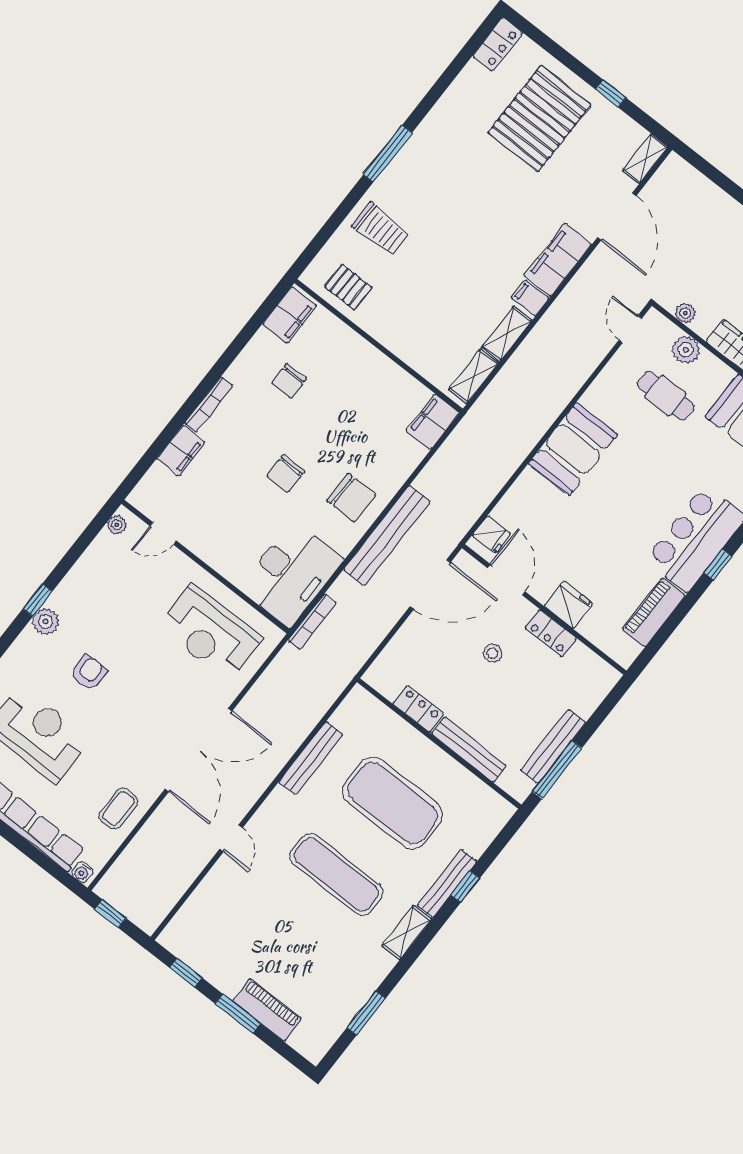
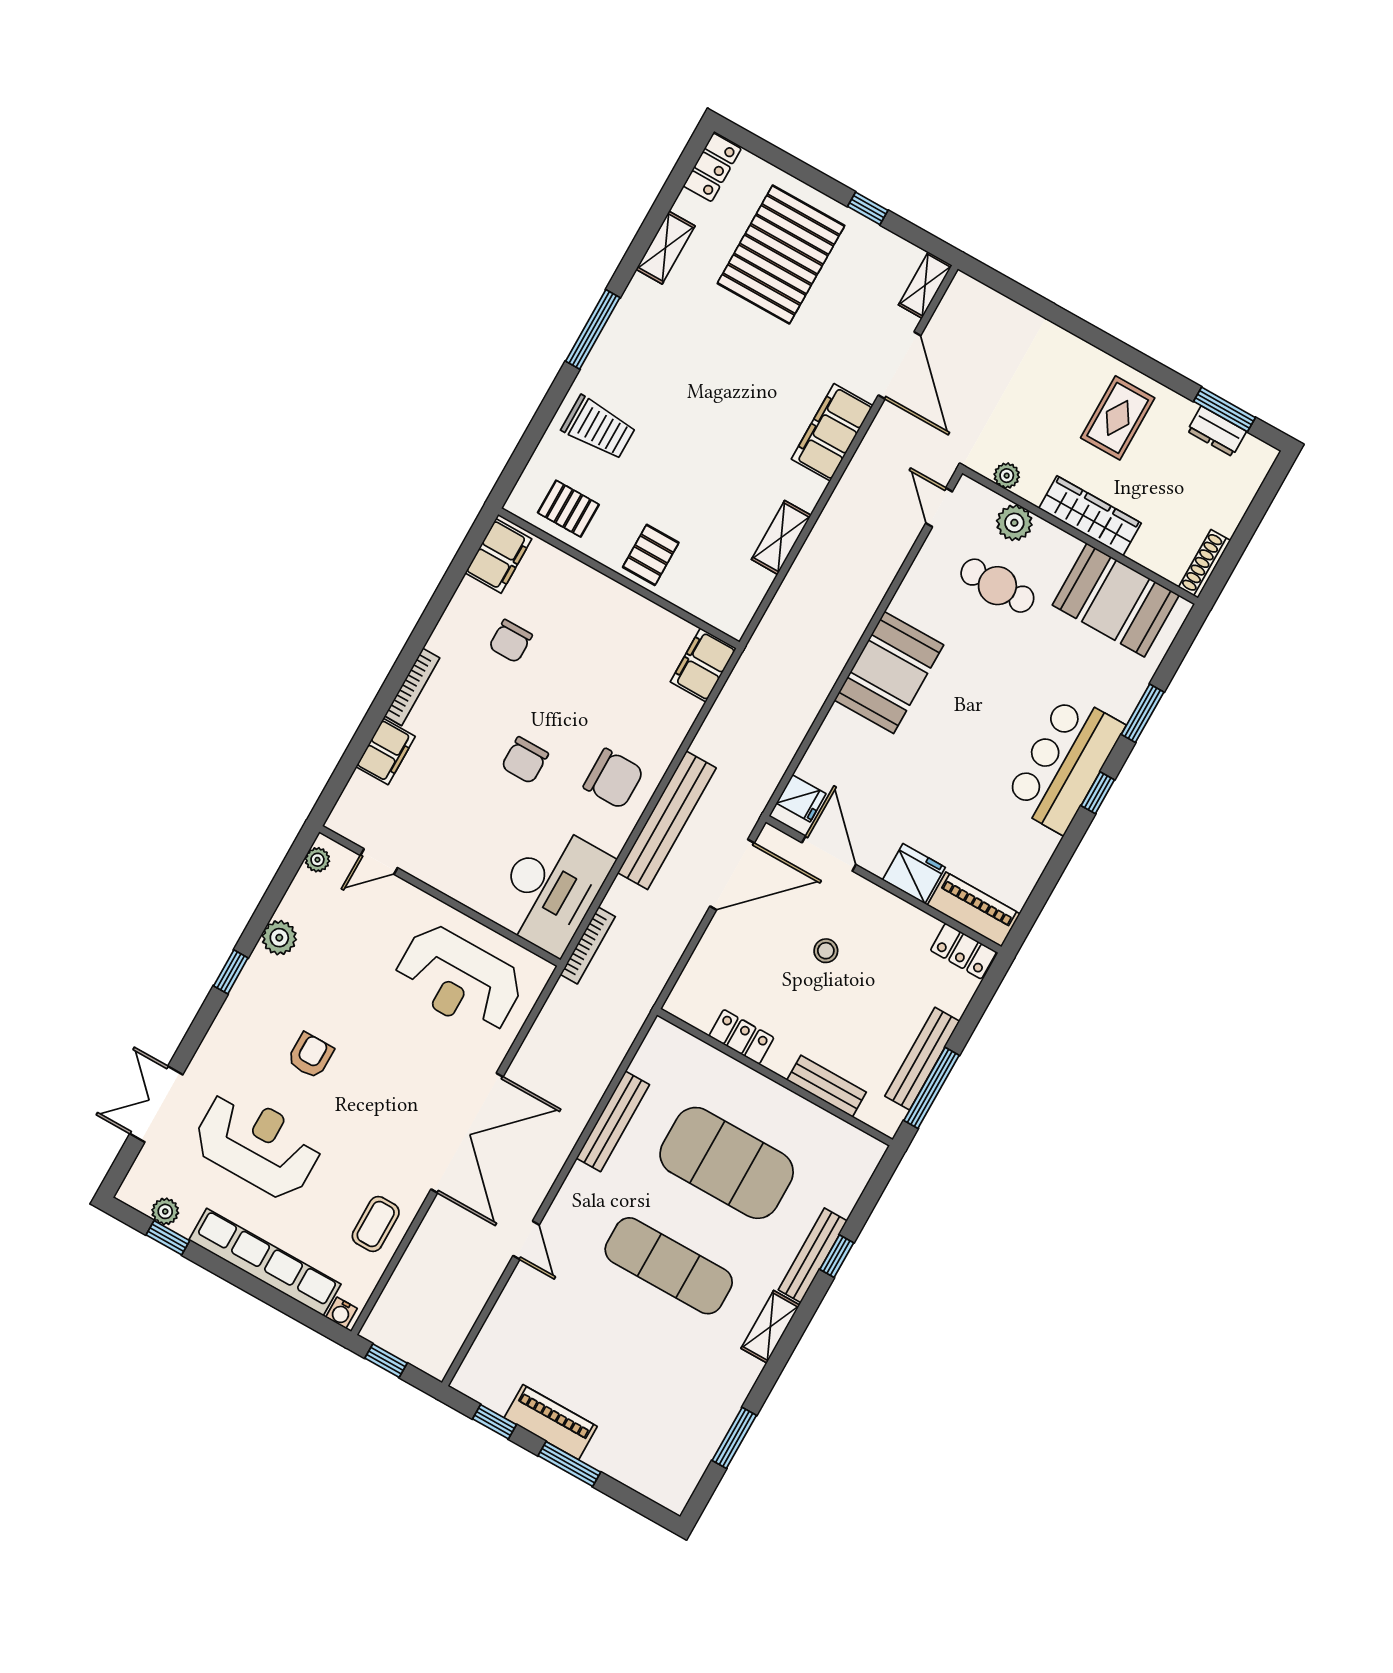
filing cabinet: (530, 298) -> (804, 487), removed
pallet: (406, 332) -> (651, 555), added
shelving: (474, 376) -> (666, 248), moved
piano: (654, 612) -> (974, 909), moved, turned 90
plant: (46, 622) -> (279, 938), moved
locker: (551, 633) -> (963, 951), moved
bench: (469, 750) -> (827, 1086), width x0.73
piano: (267, 1010) -> (551, 1422), moved

